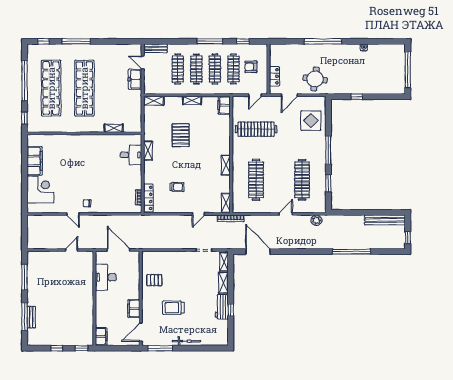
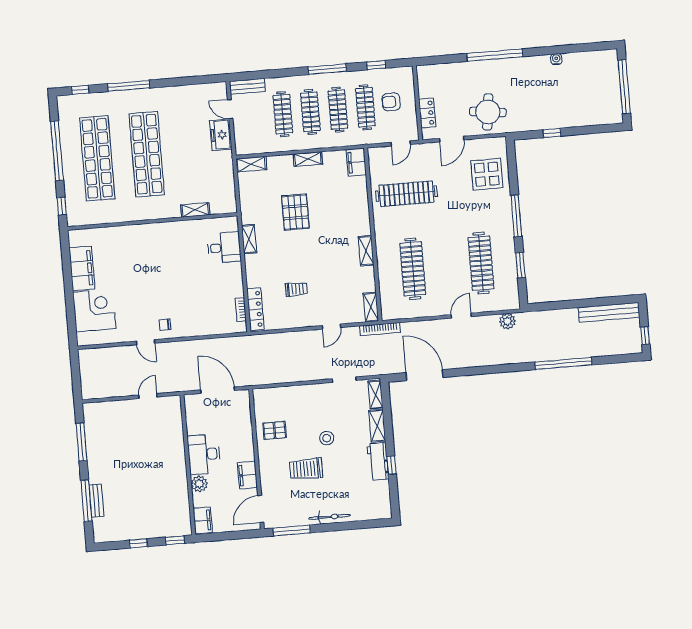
desk: (106, 277) -> (204, 454), moved
stool: (189, 288) -> (327, 438), added
plant: (101, 312) -> (199, 484), added

